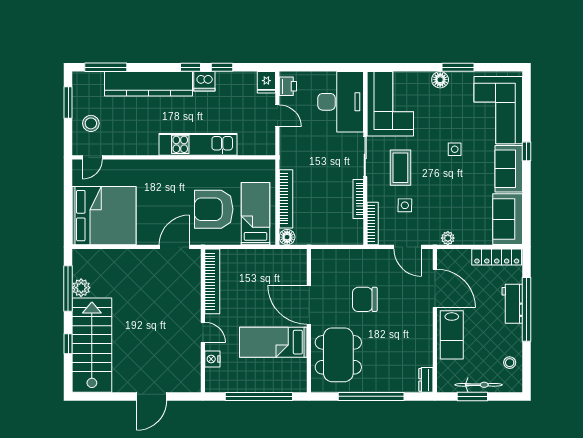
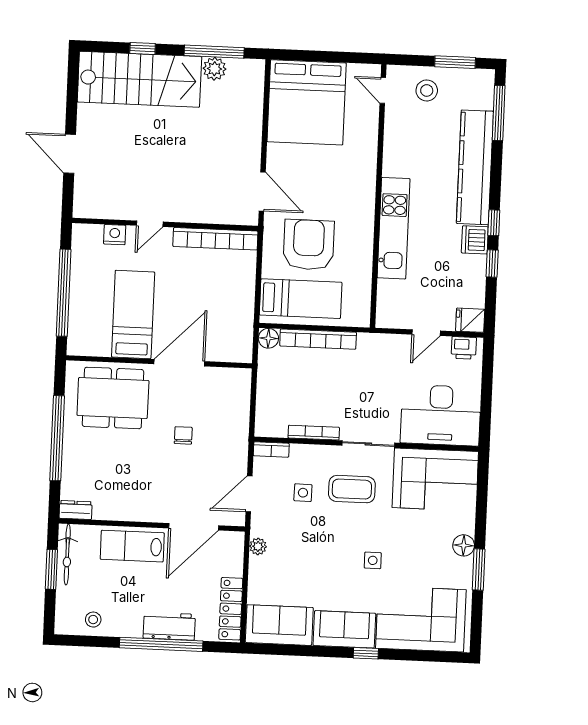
bookcase: (373, 224) -> (271, 450), width x0.64
chair: (365, 299) -> (183, 435), width x0.54, depth x0.54
bicycle: (479, 385) -> (67, 555), moved

